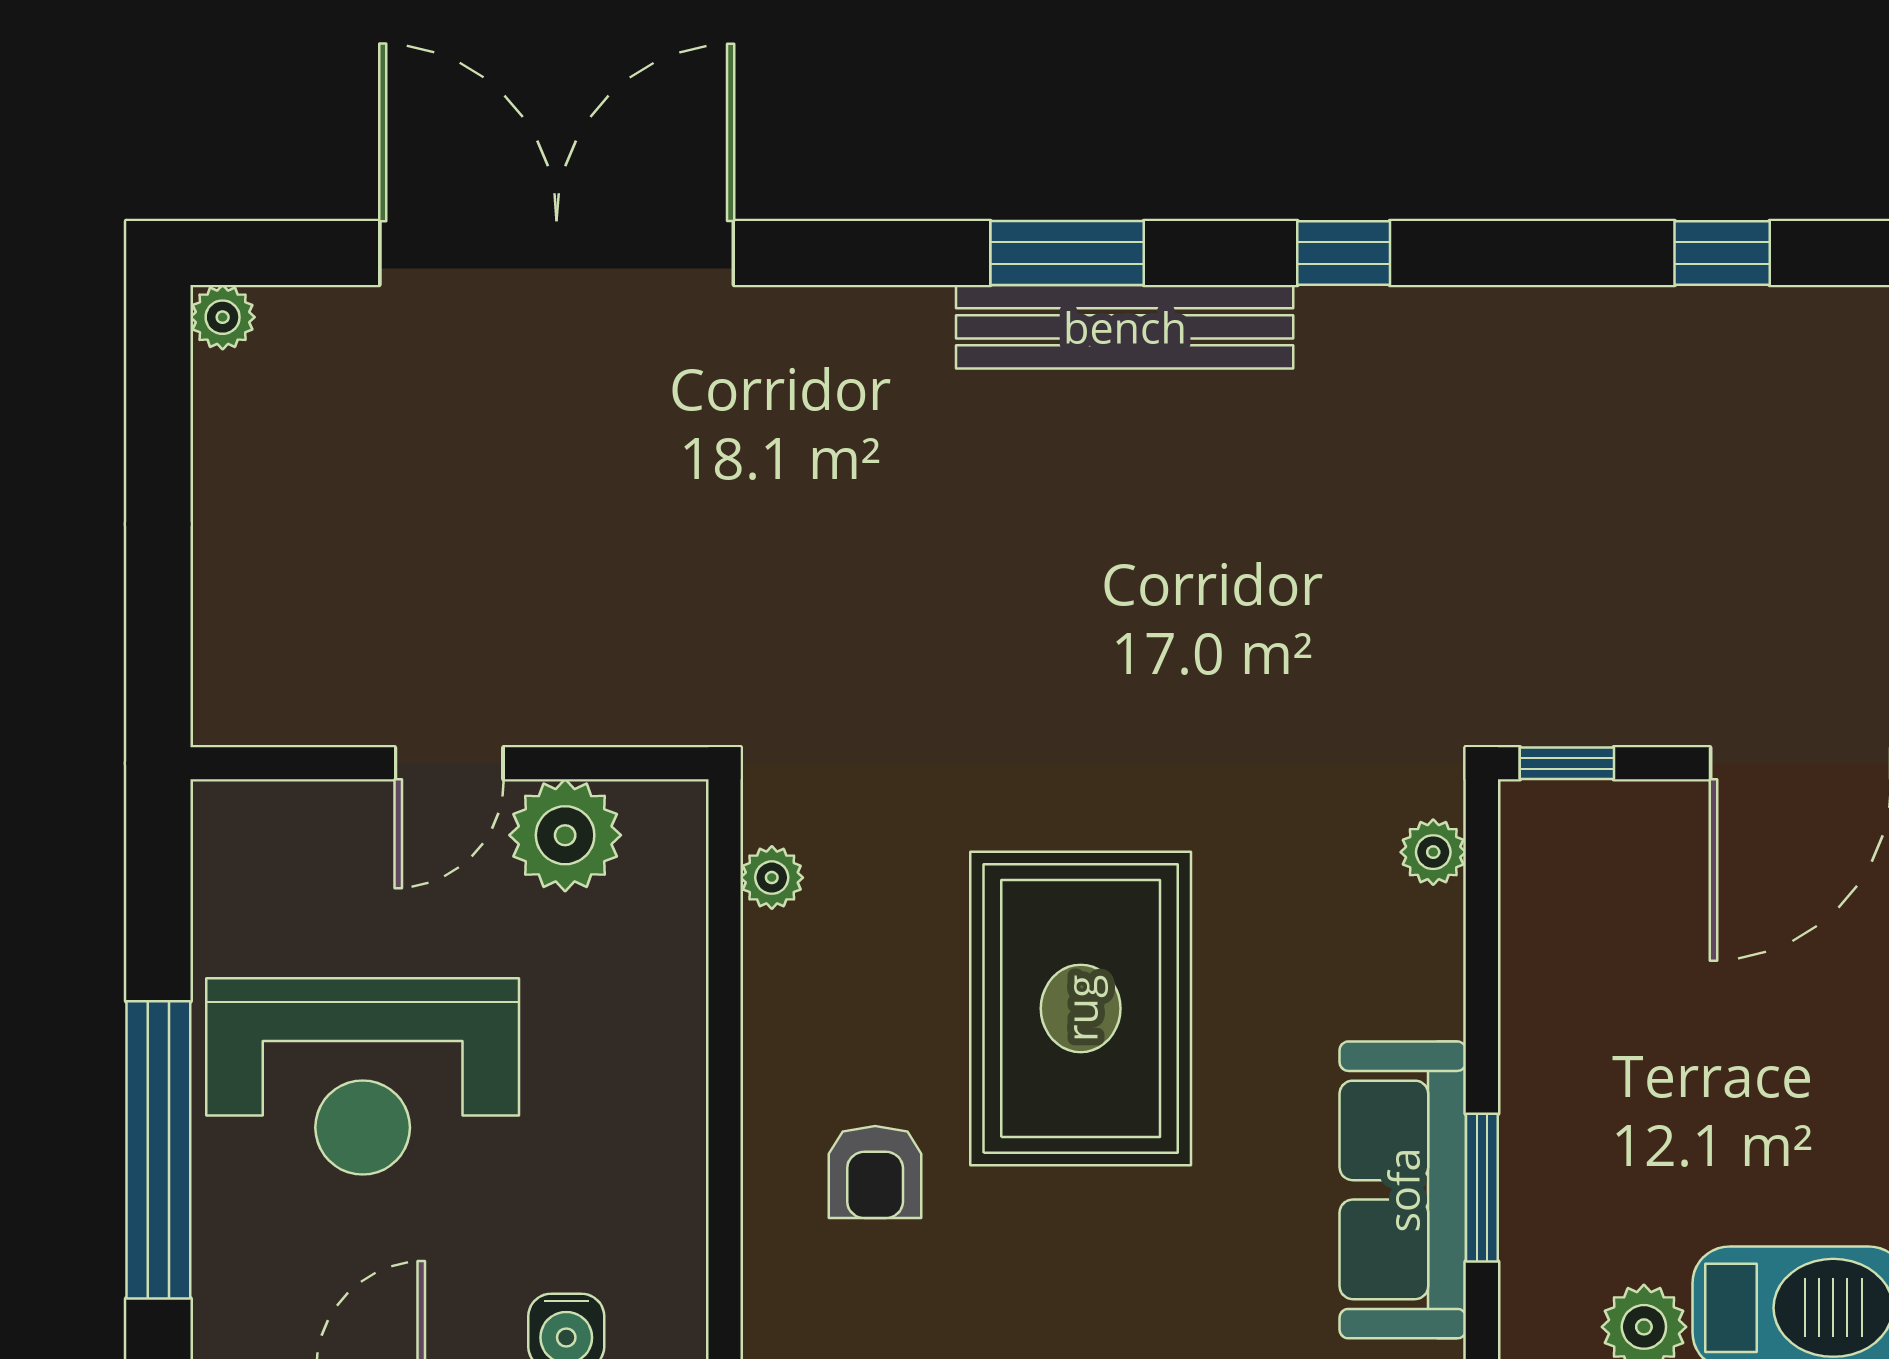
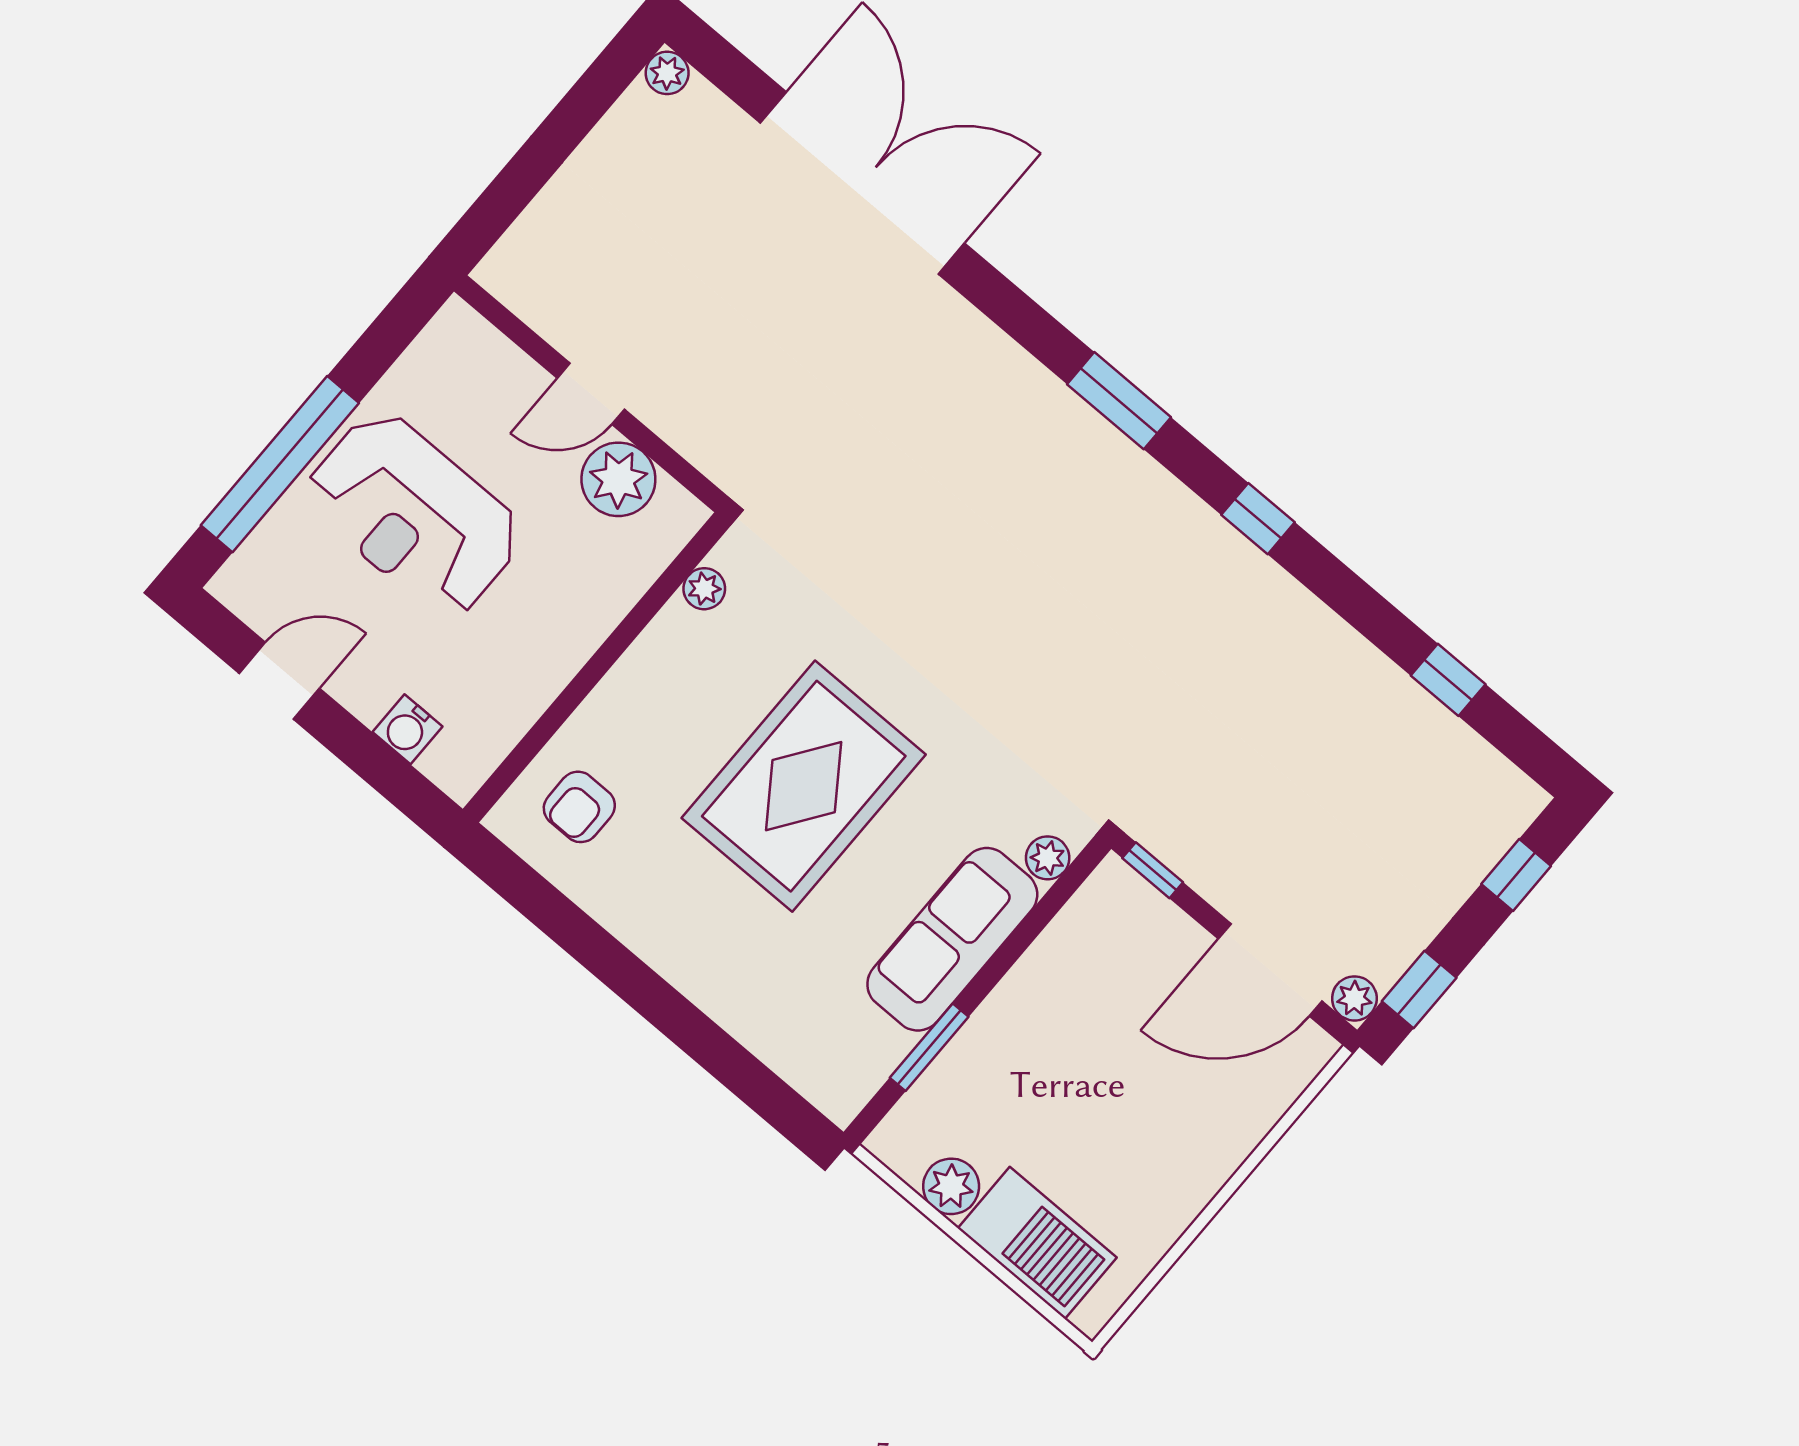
bench: (1125, 327) -> (1116, 462), removed
armchair: (875, 1172) -> (579, 807), moved
sofa: (1403, 1190) -> (952, 939), moved

